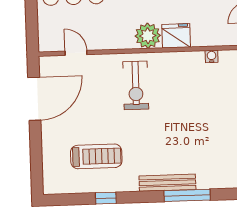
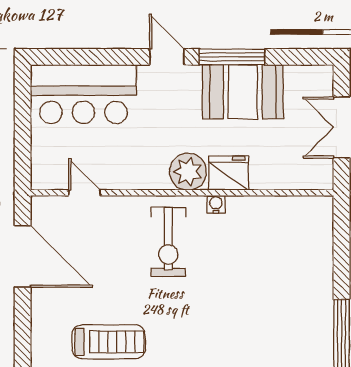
water cooler: (212, 56) -> (216, 204), moved
door: (34, 99) -> (23, 256), hinge flipped

